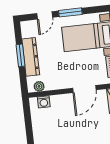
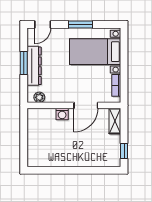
door: (45, 15) -> (43, 25), moved
washing machine: (44, 102) -> (62, 114), moved

